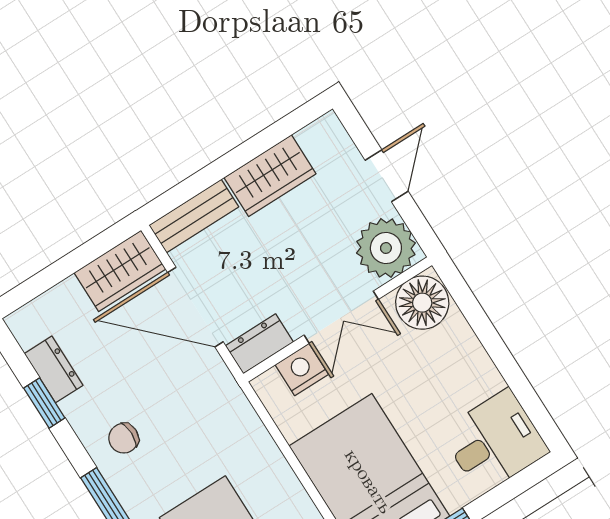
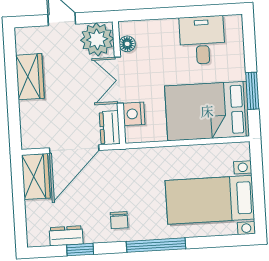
bench: (194, 216) -> (29, 125), removed
floor lamp: (422, 303) -> (127, 44), width x0.53, depth x0.53
double door: (341, 317) -> (119, 80), swing flipped
desk: (494, 442) -> (202, 40), moved

